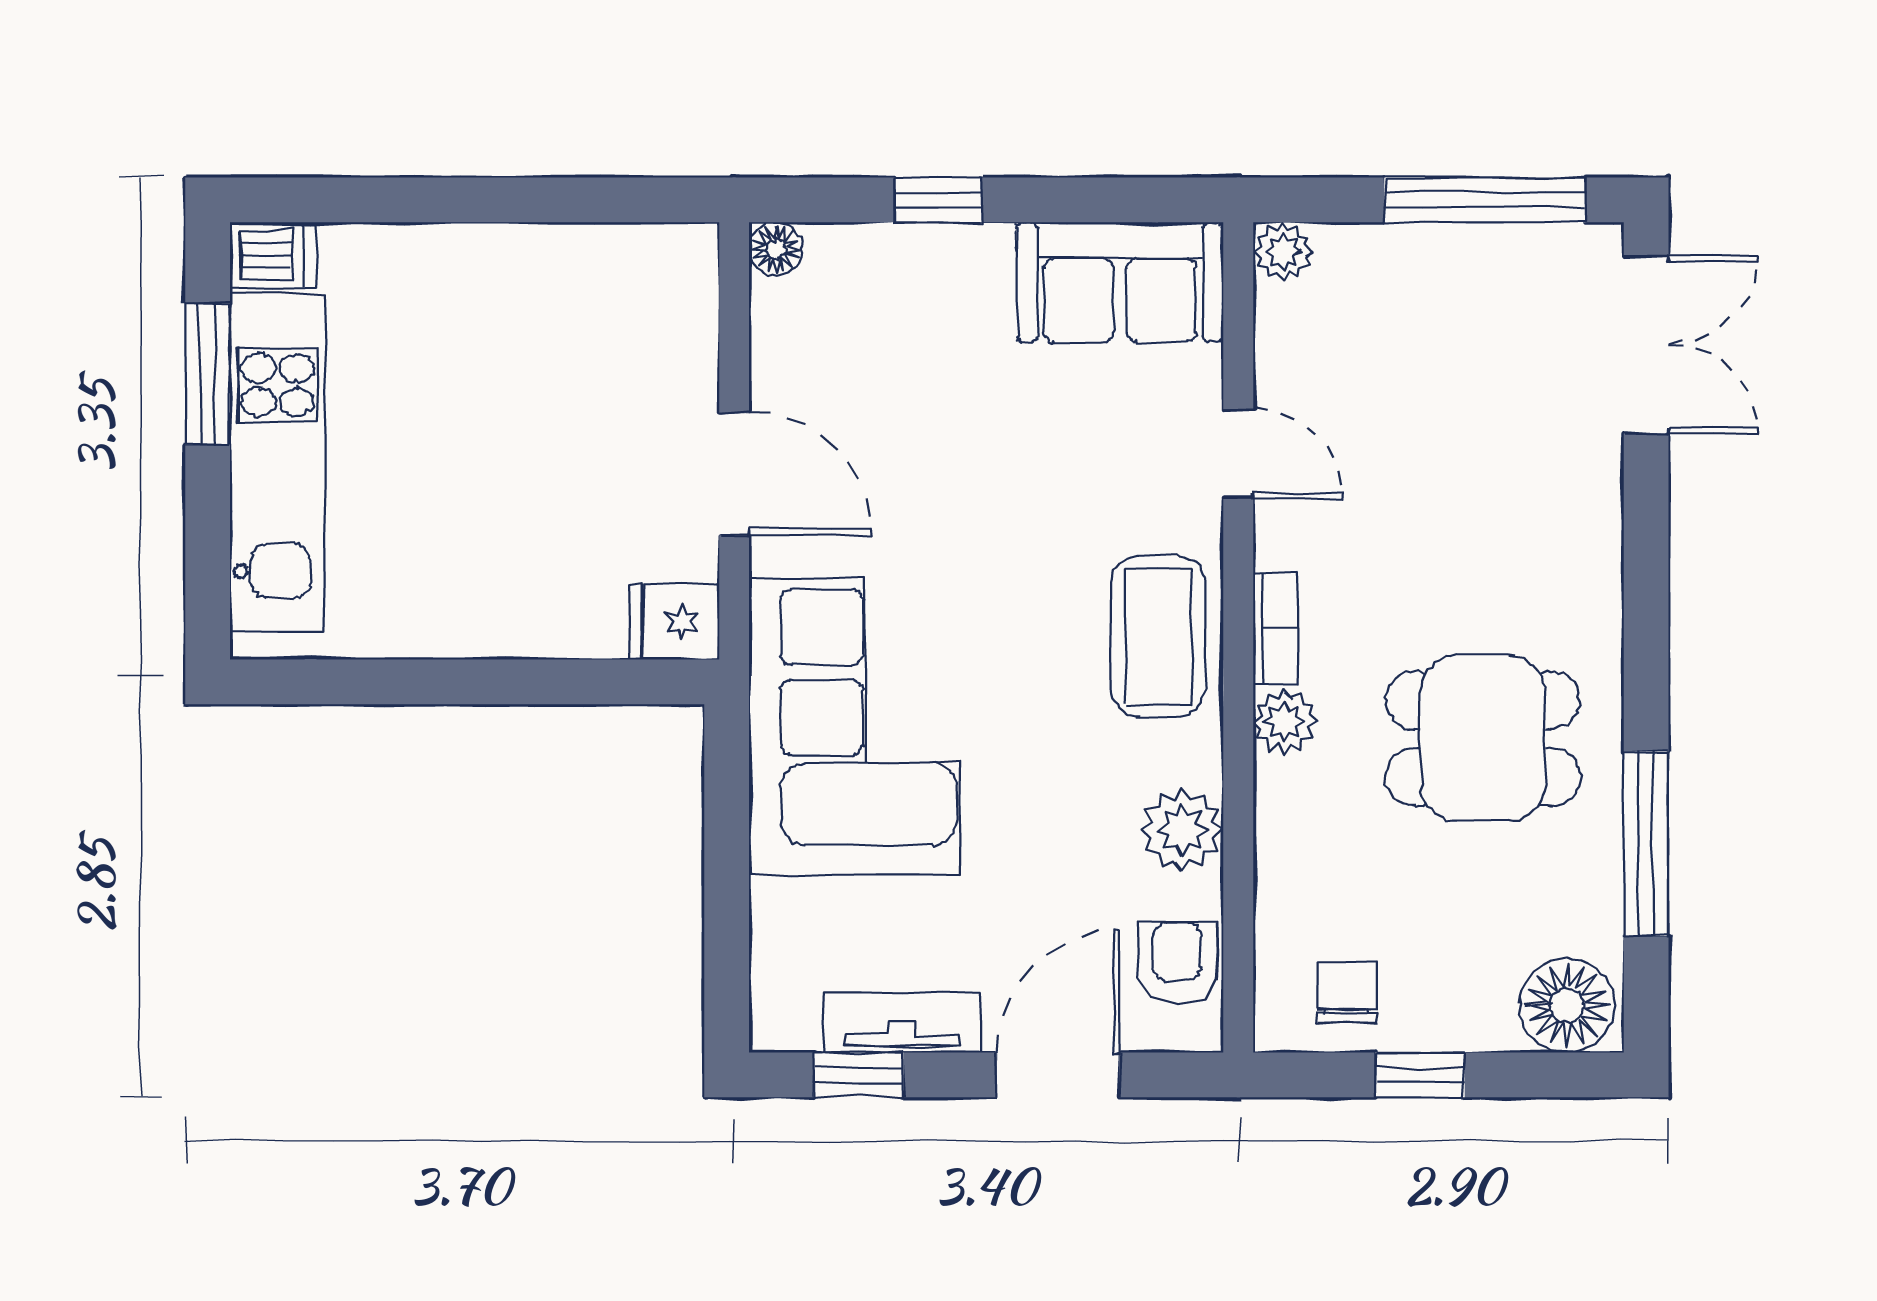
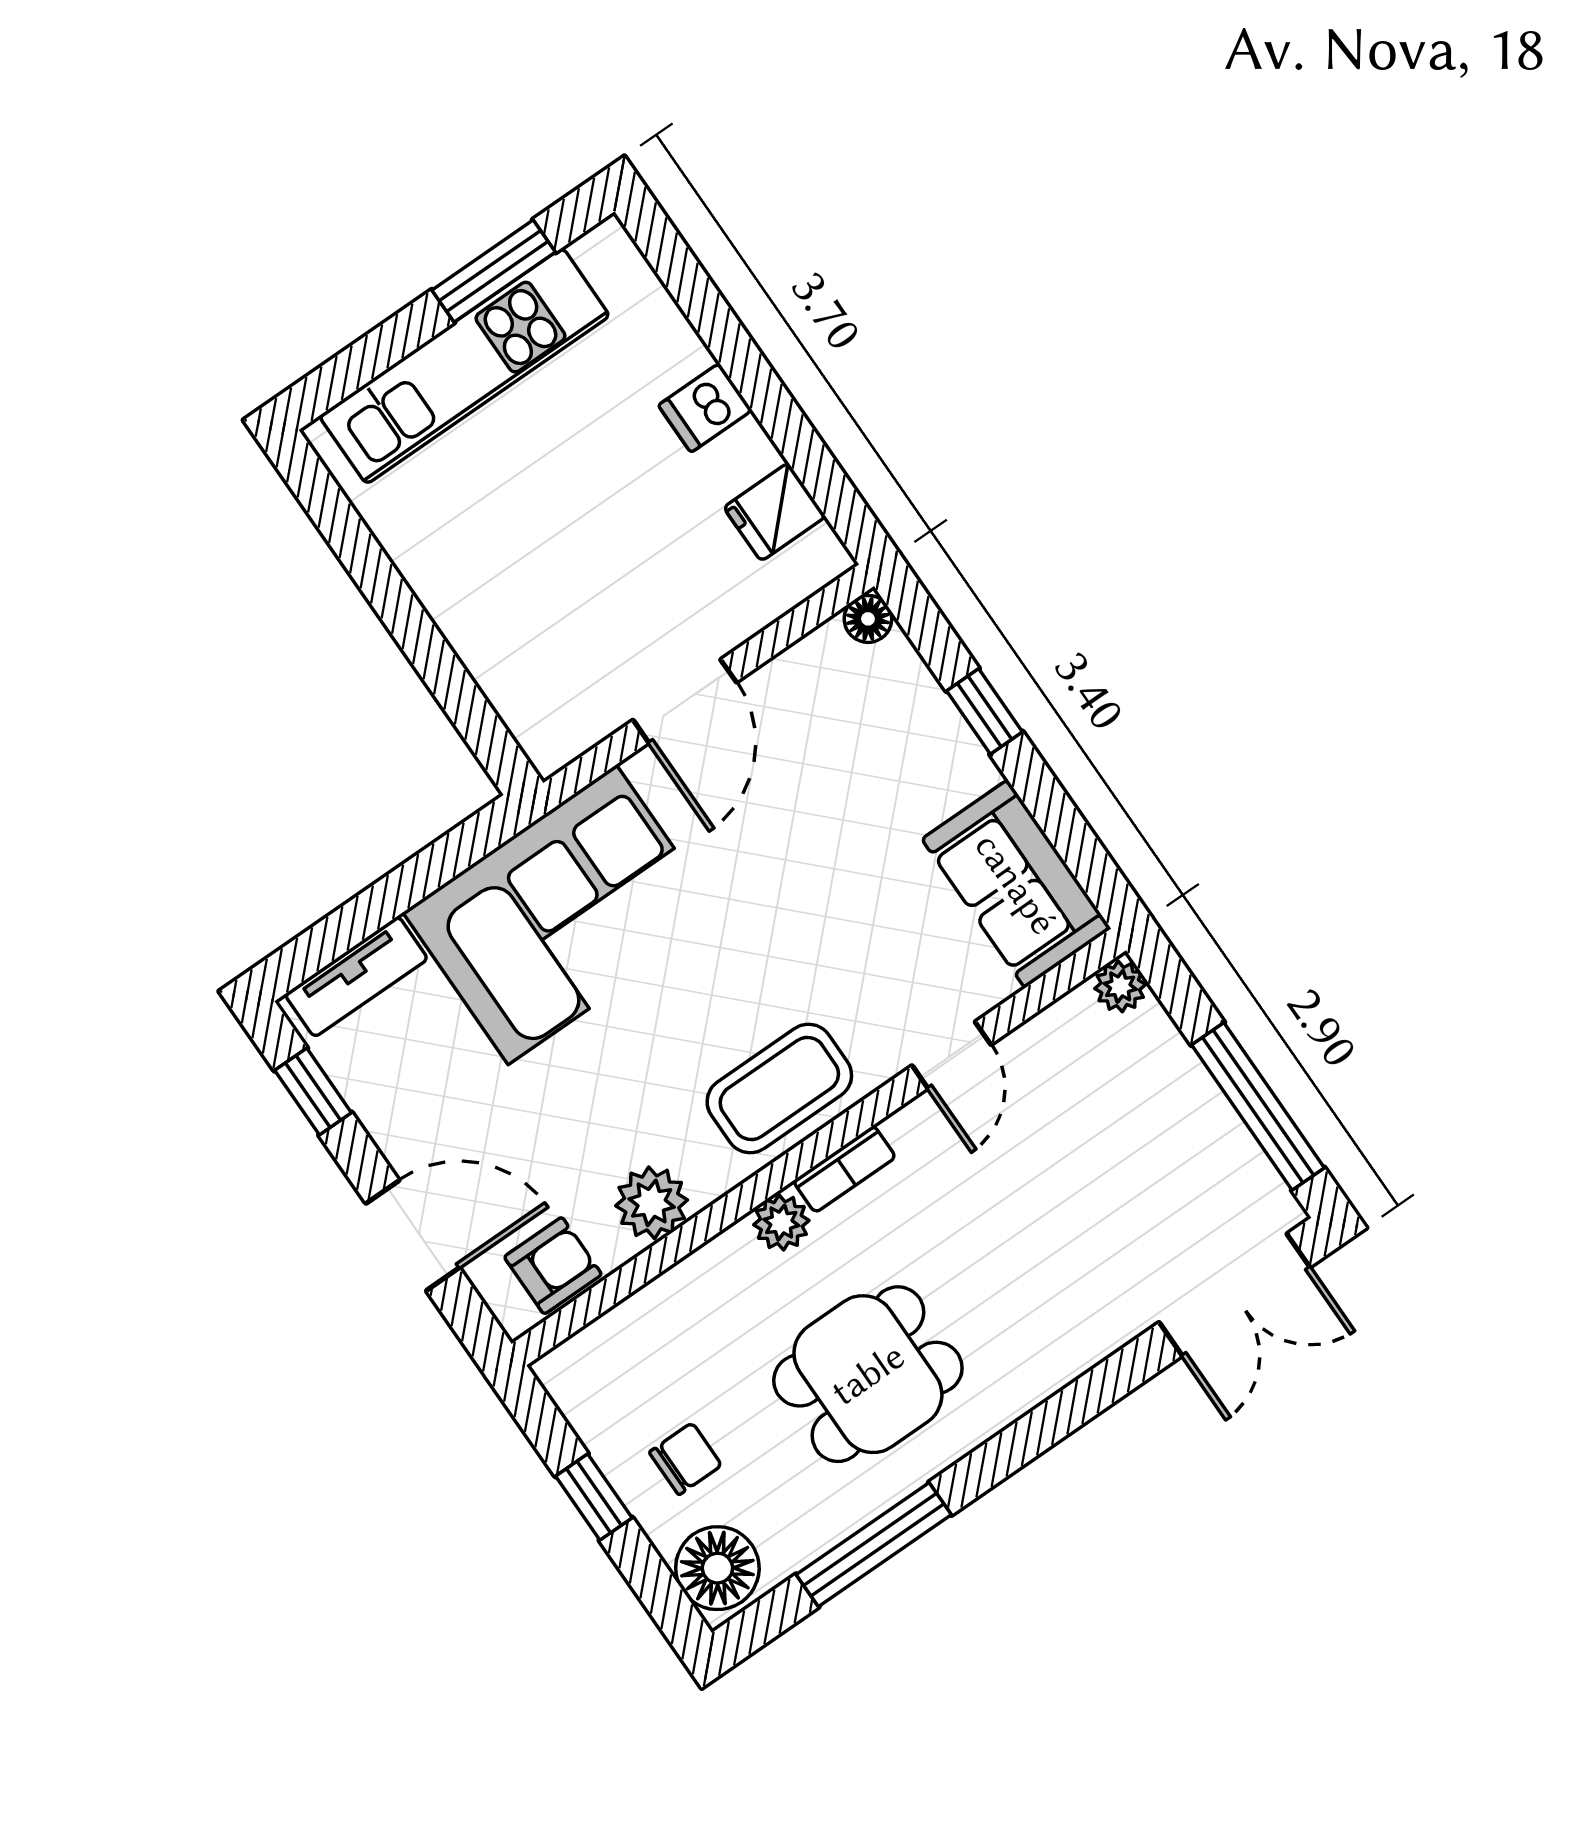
dishwasher: (272, 255) -> (705, 408), moved, turned 90
fridge: (674, 622) -> (775, 512), moved, turned -90
dining table: (1483, 739) -> (868, 1374), turned 90
chair: (1347, 993) -> (685, 1459), moved
tv unit: (902, 1022) -> (356, 977), moved, turned 90

